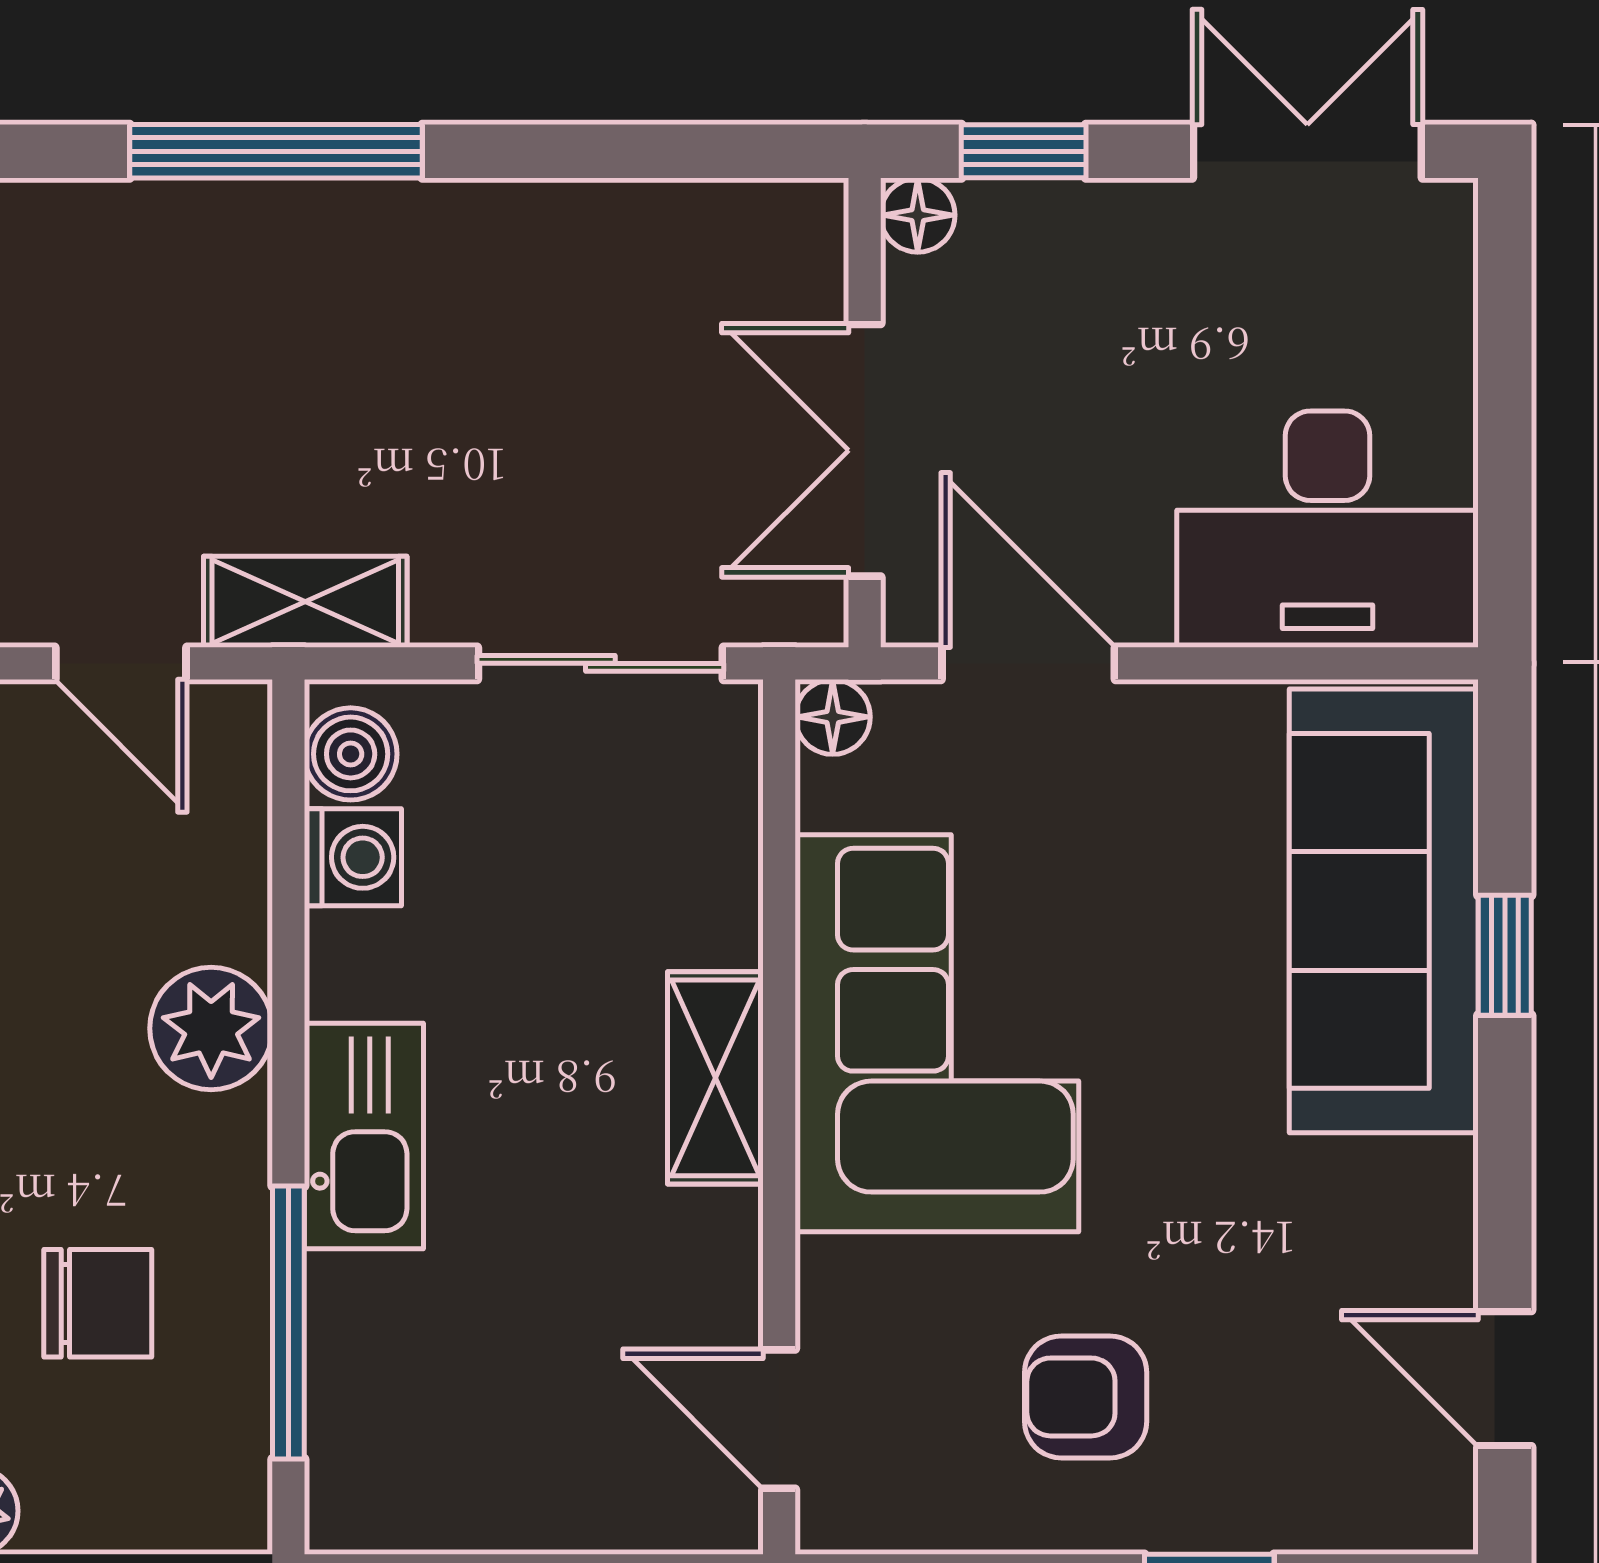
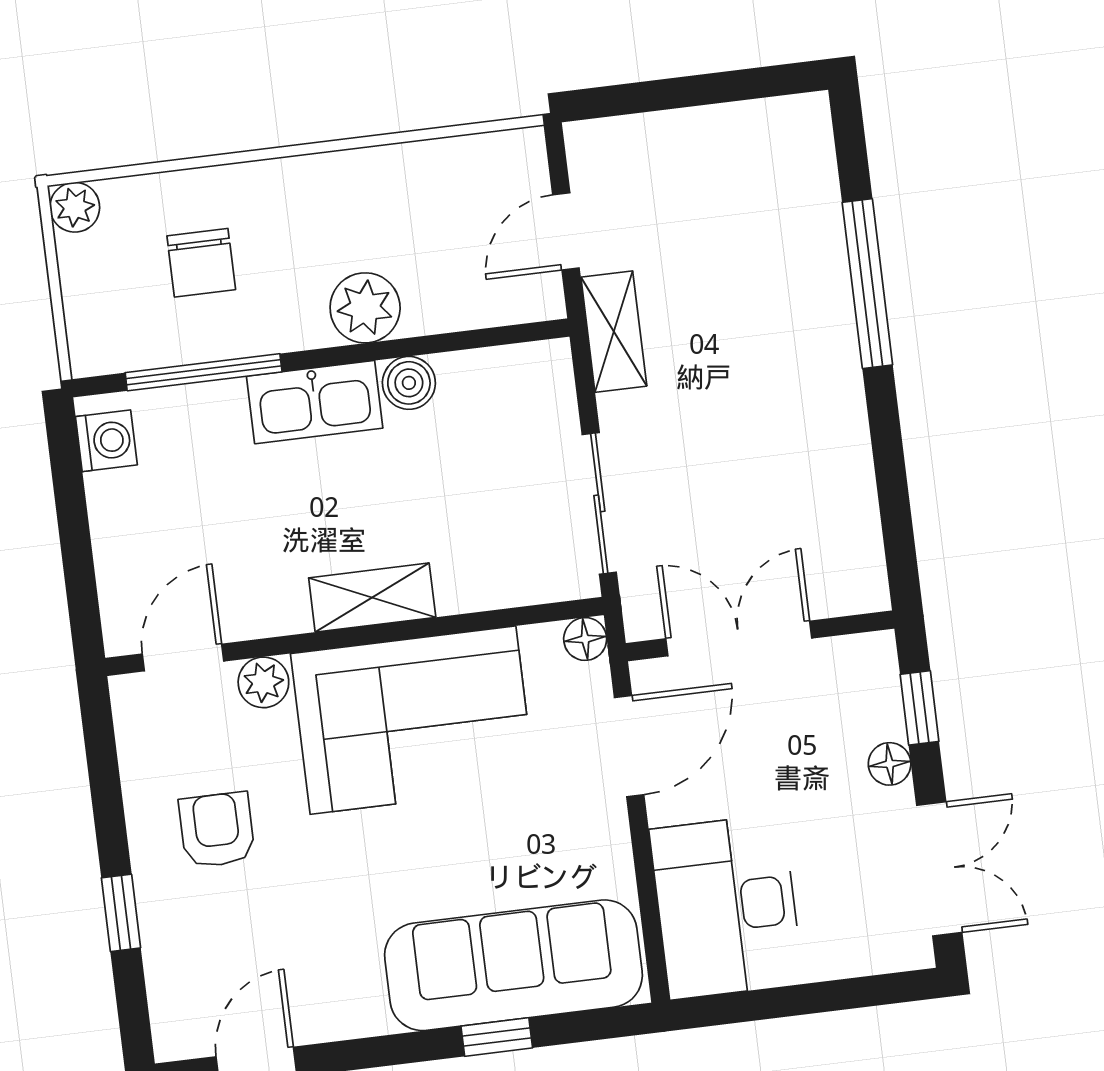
floor lamp: (918, 215) -> (890, 764), moved
boiler: (351, 754) -> (409, 383), moved
washing machine: (353, 857) -> (106, 441), moved, turned -90
plant: (839, 1285) -> (263, 682), added

